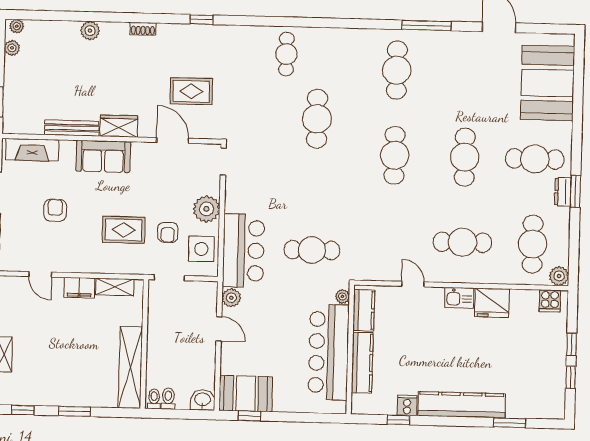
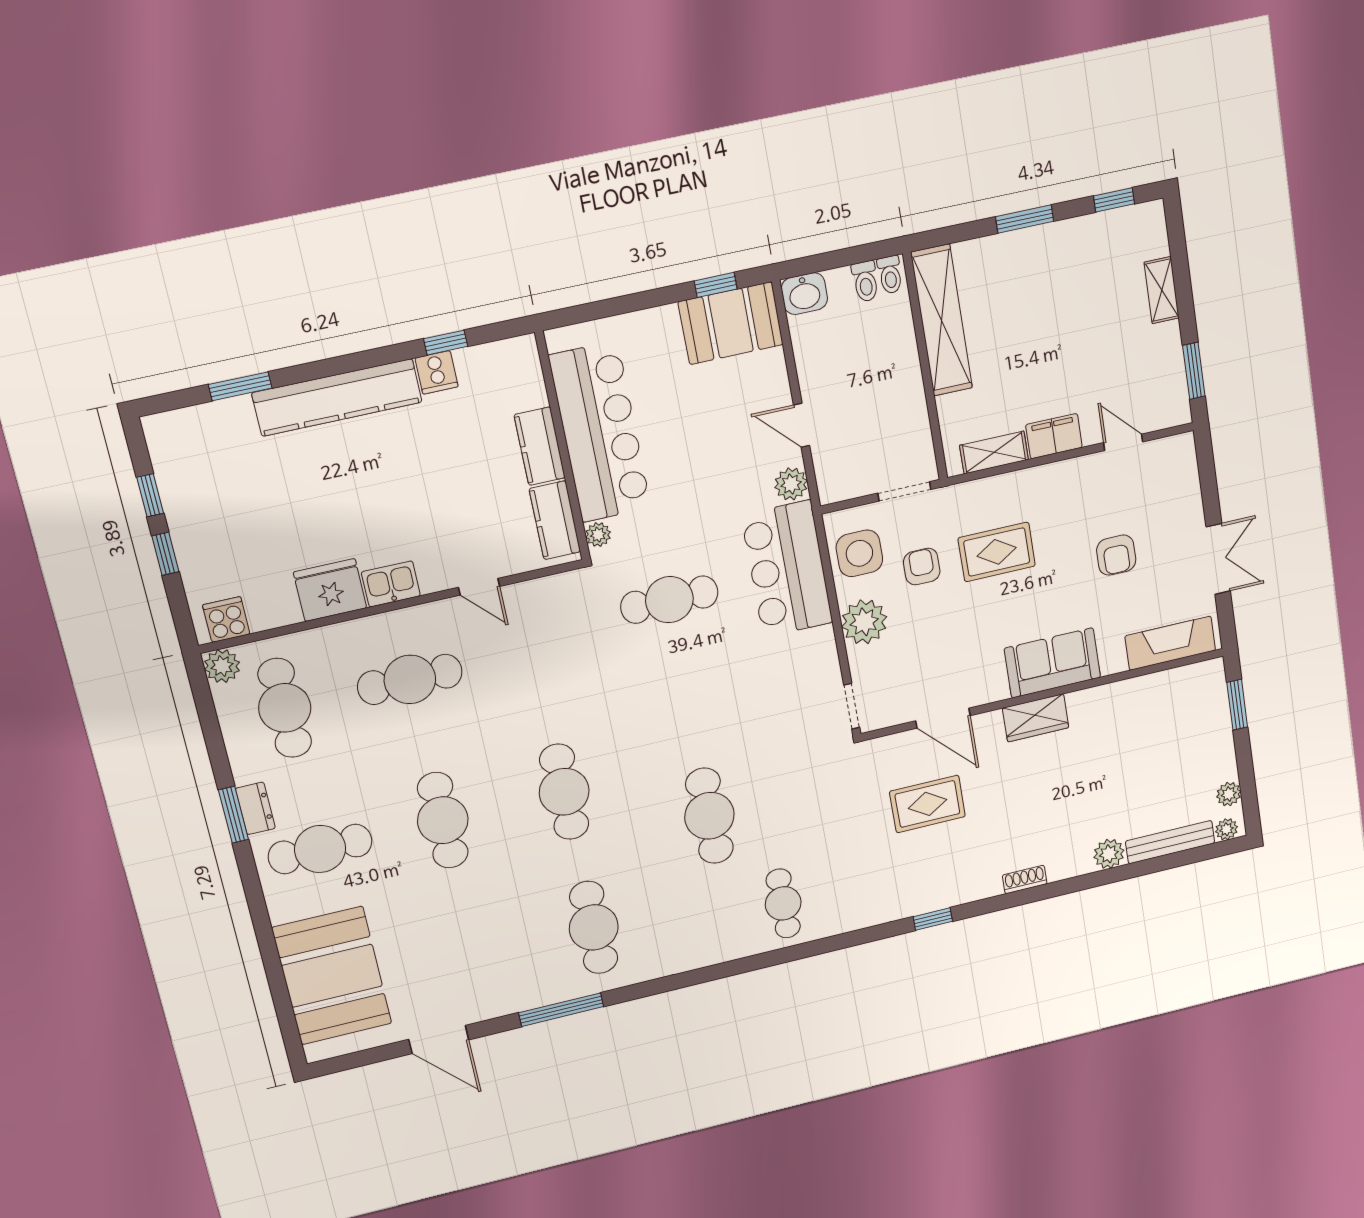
bench: (72, 128) -> (1170, 842), moved
kitchen counter: (362, 363) -> (540, 446), width x0.67

